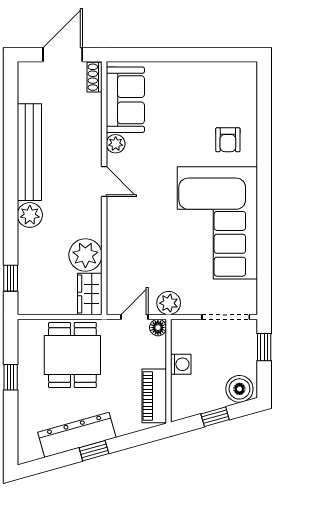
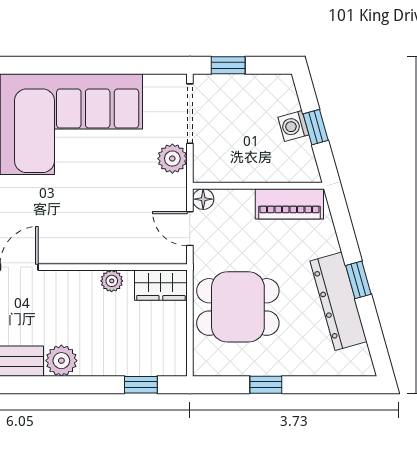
plant: (85, 255) -> (112, 281), width x0.53, depth x0.53
plant: (169, 303) -> (172, 159), moved
washing machine: (181, 364) -> (293, 126), moved, turned -106
boiler: (239, 389) -> (281, 96), removed

